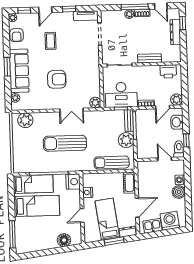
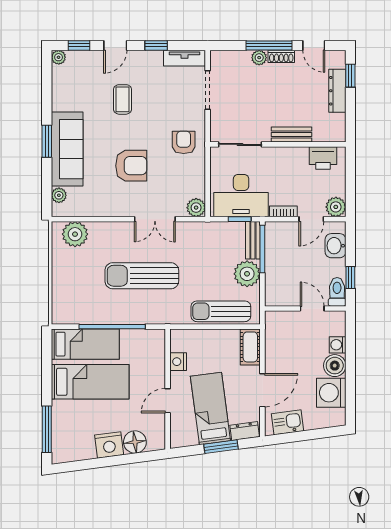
armchair: (17, 35) -> (184, 142), moved, turned 180
nightstand: (73, 182) -> (109, 445), moved, turned 82
washing machine: (170, 221) -> (331, 393), moved, turned -82

